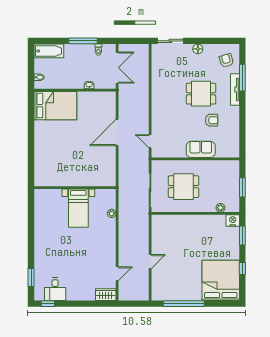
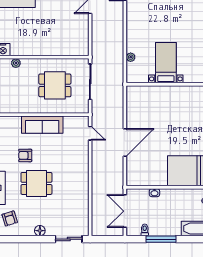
sofa: (201, 149) -> (42, 125), width x1.36

